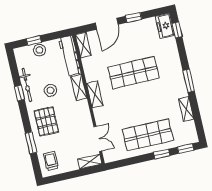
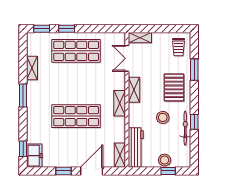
shelving: (79, 87) -> (134, 90), moved

